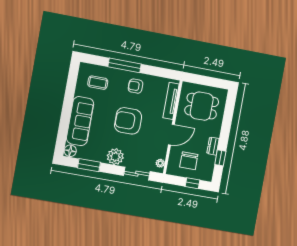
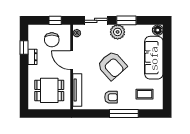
armchair: (128, 121) -> (112, 65), turned 48
door: (171, 135) -> (72, 60), hinge flipped
chair: (189, 161) -> (52, 40), turned 180
window: (89, 165) -> (126, 20), moved
window: (193, 183) -> (55, 20), moved

